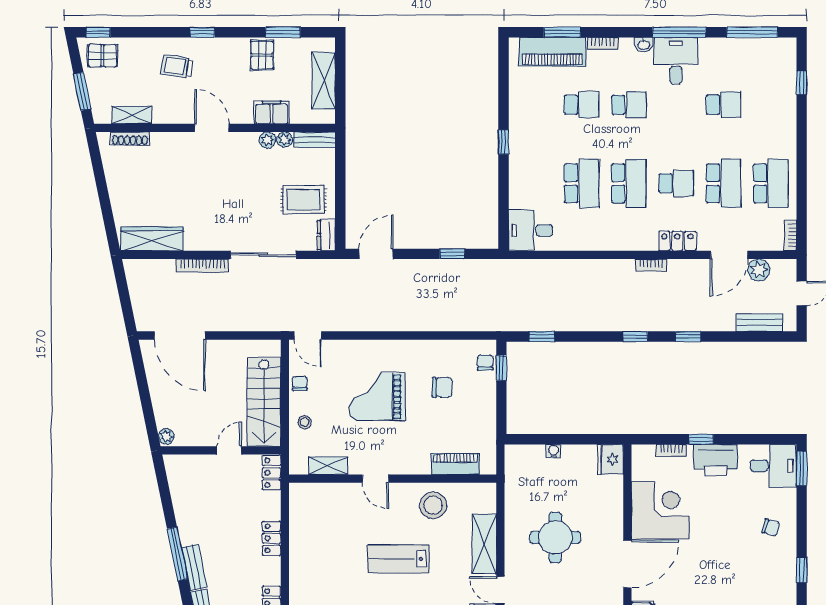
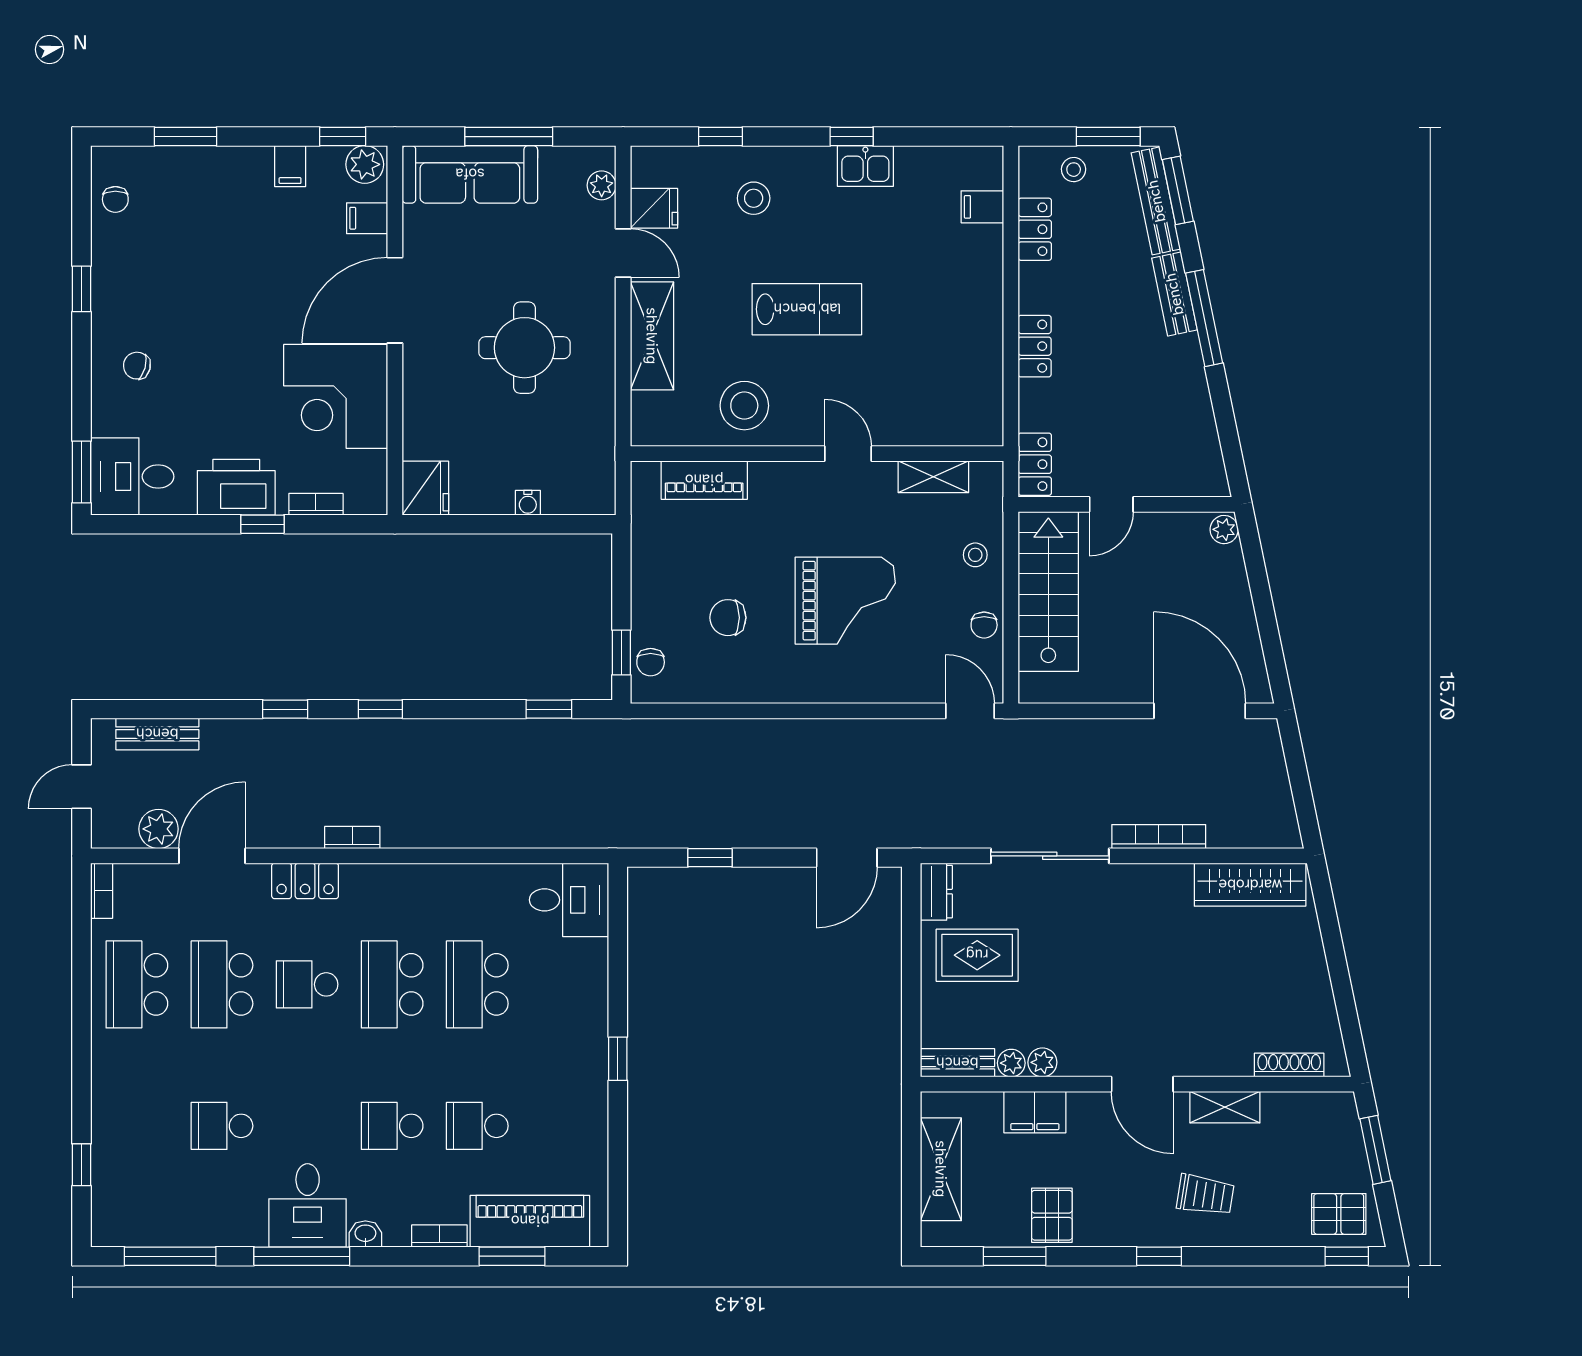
shelving: (132, 115) -> (1225, 1107), moved

